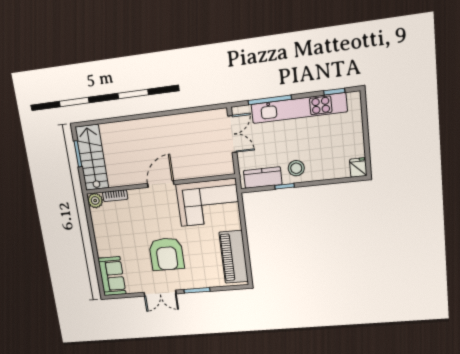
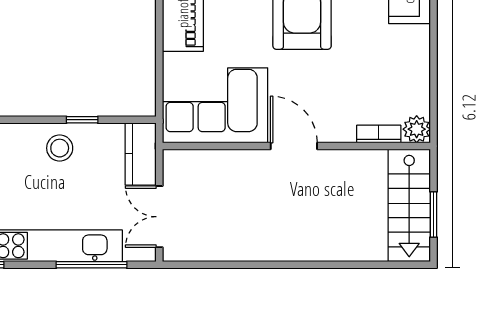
kitchen counter: (263, 178) -> (141, 154), moved, turned 90
door: (161, 184) -> (294, 146), swing flipped

